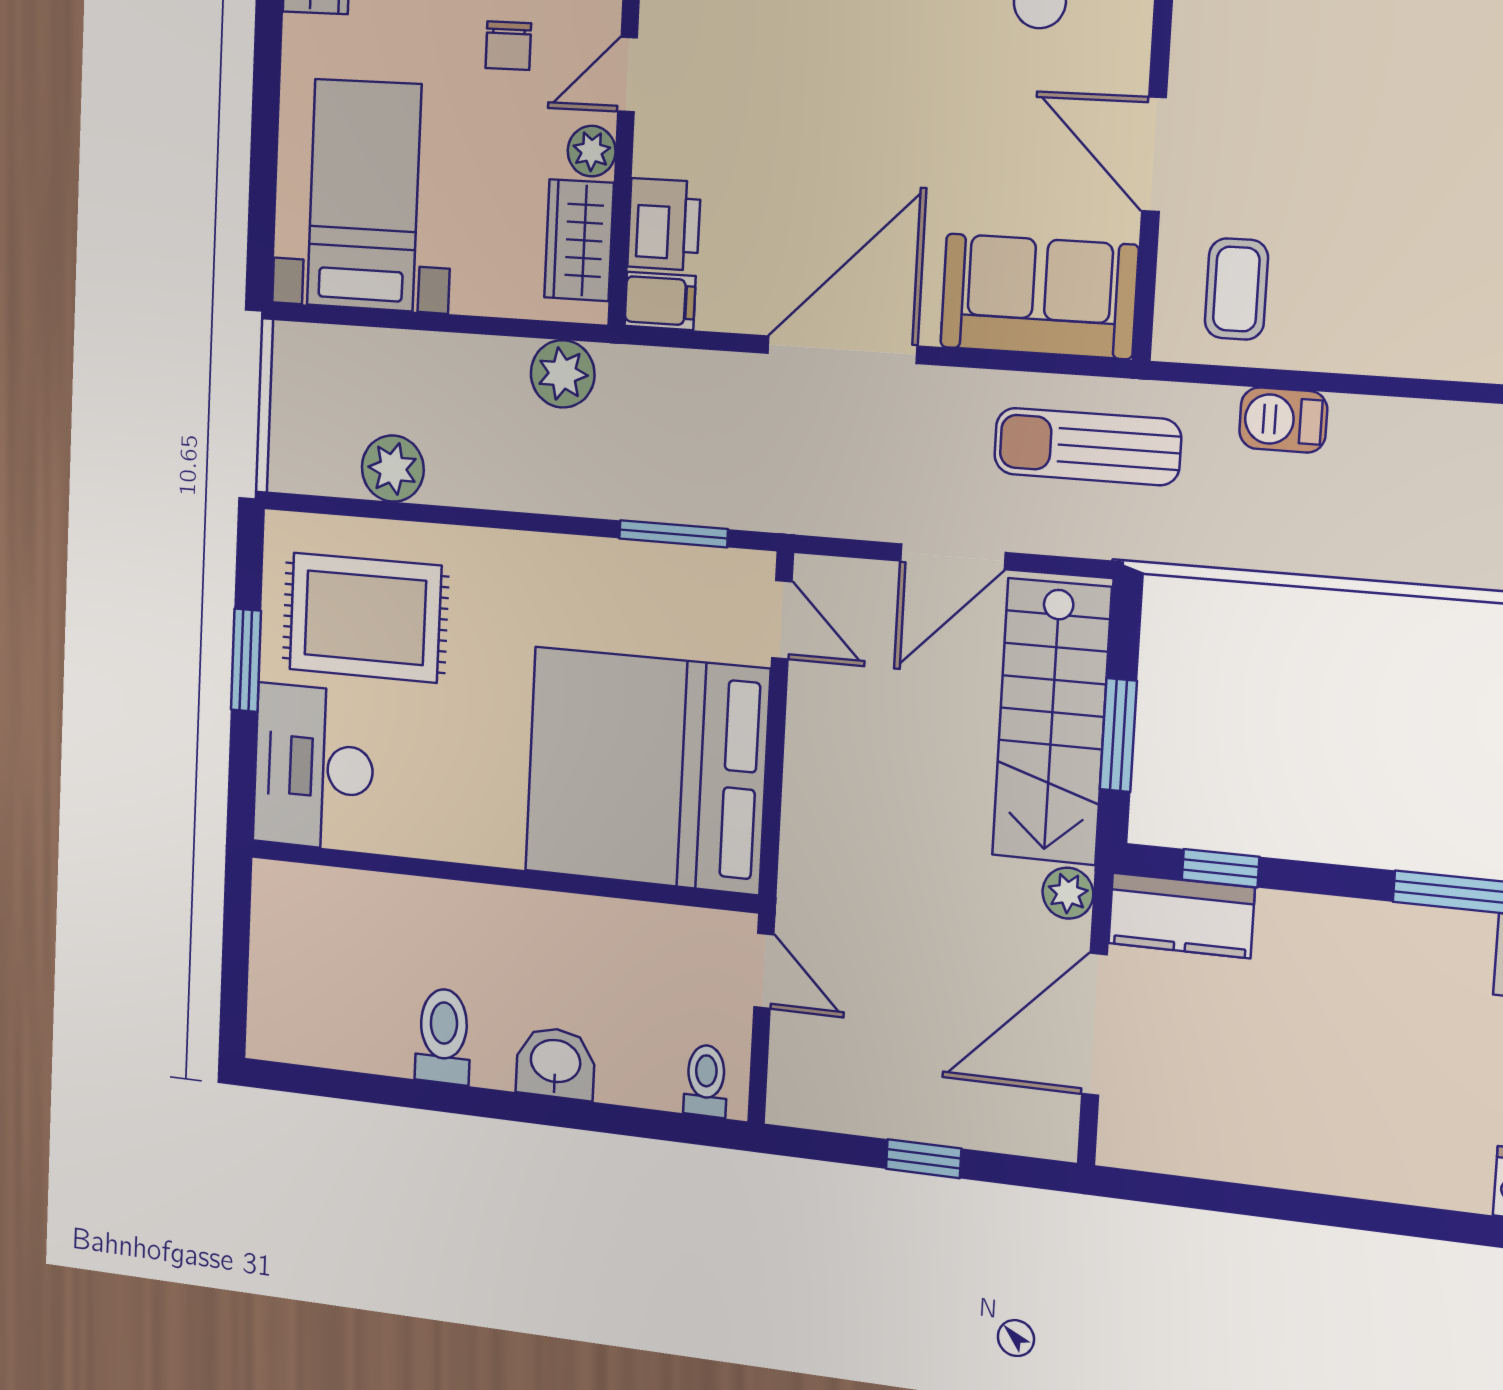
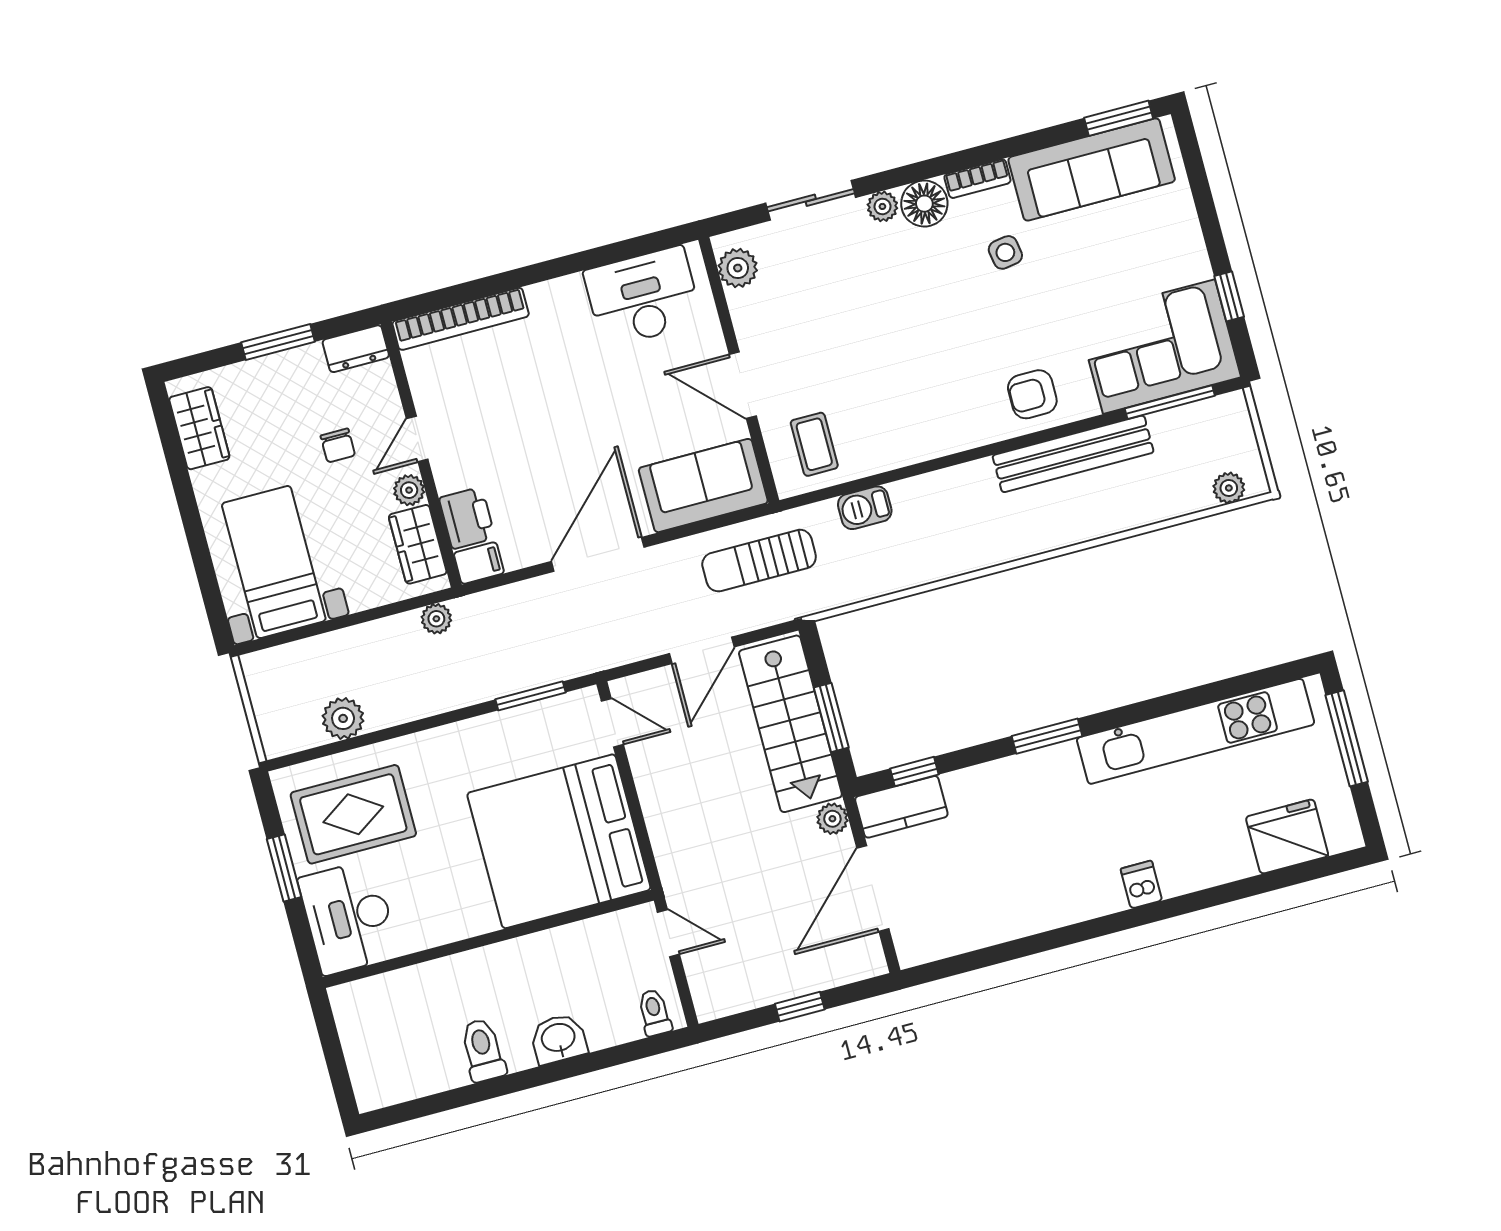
plant: (563, 374) -> (436, 619), width x0.73, depth x0.73

